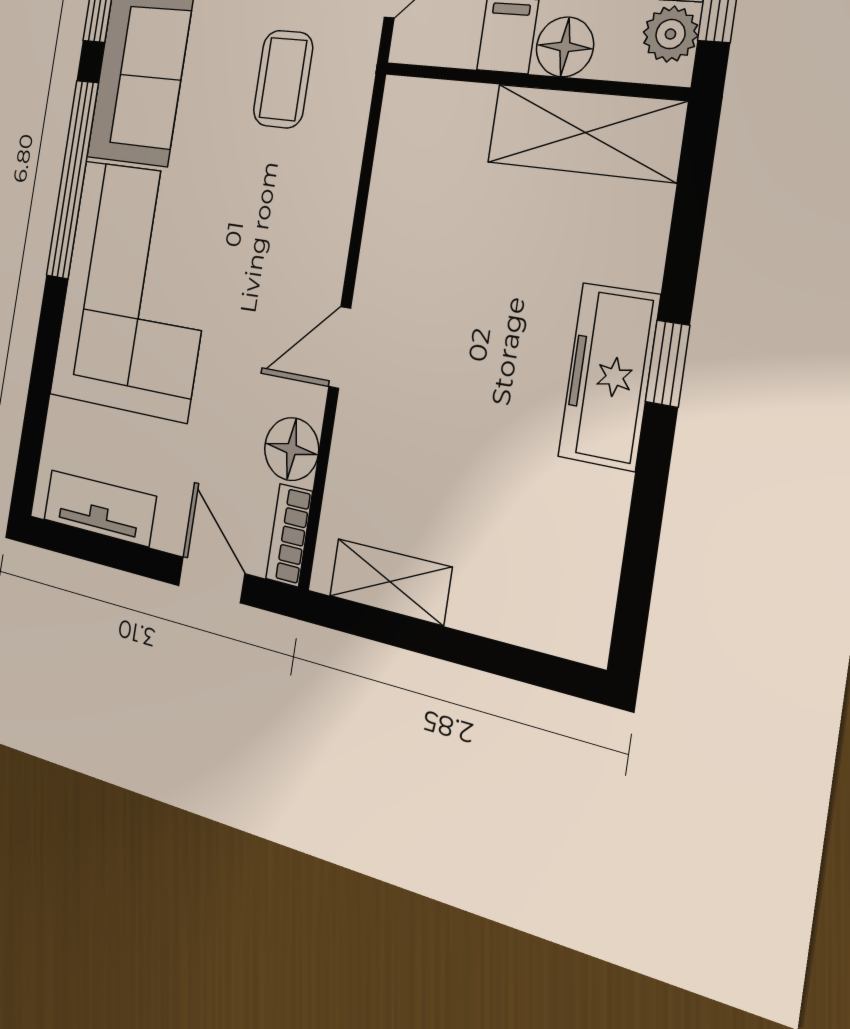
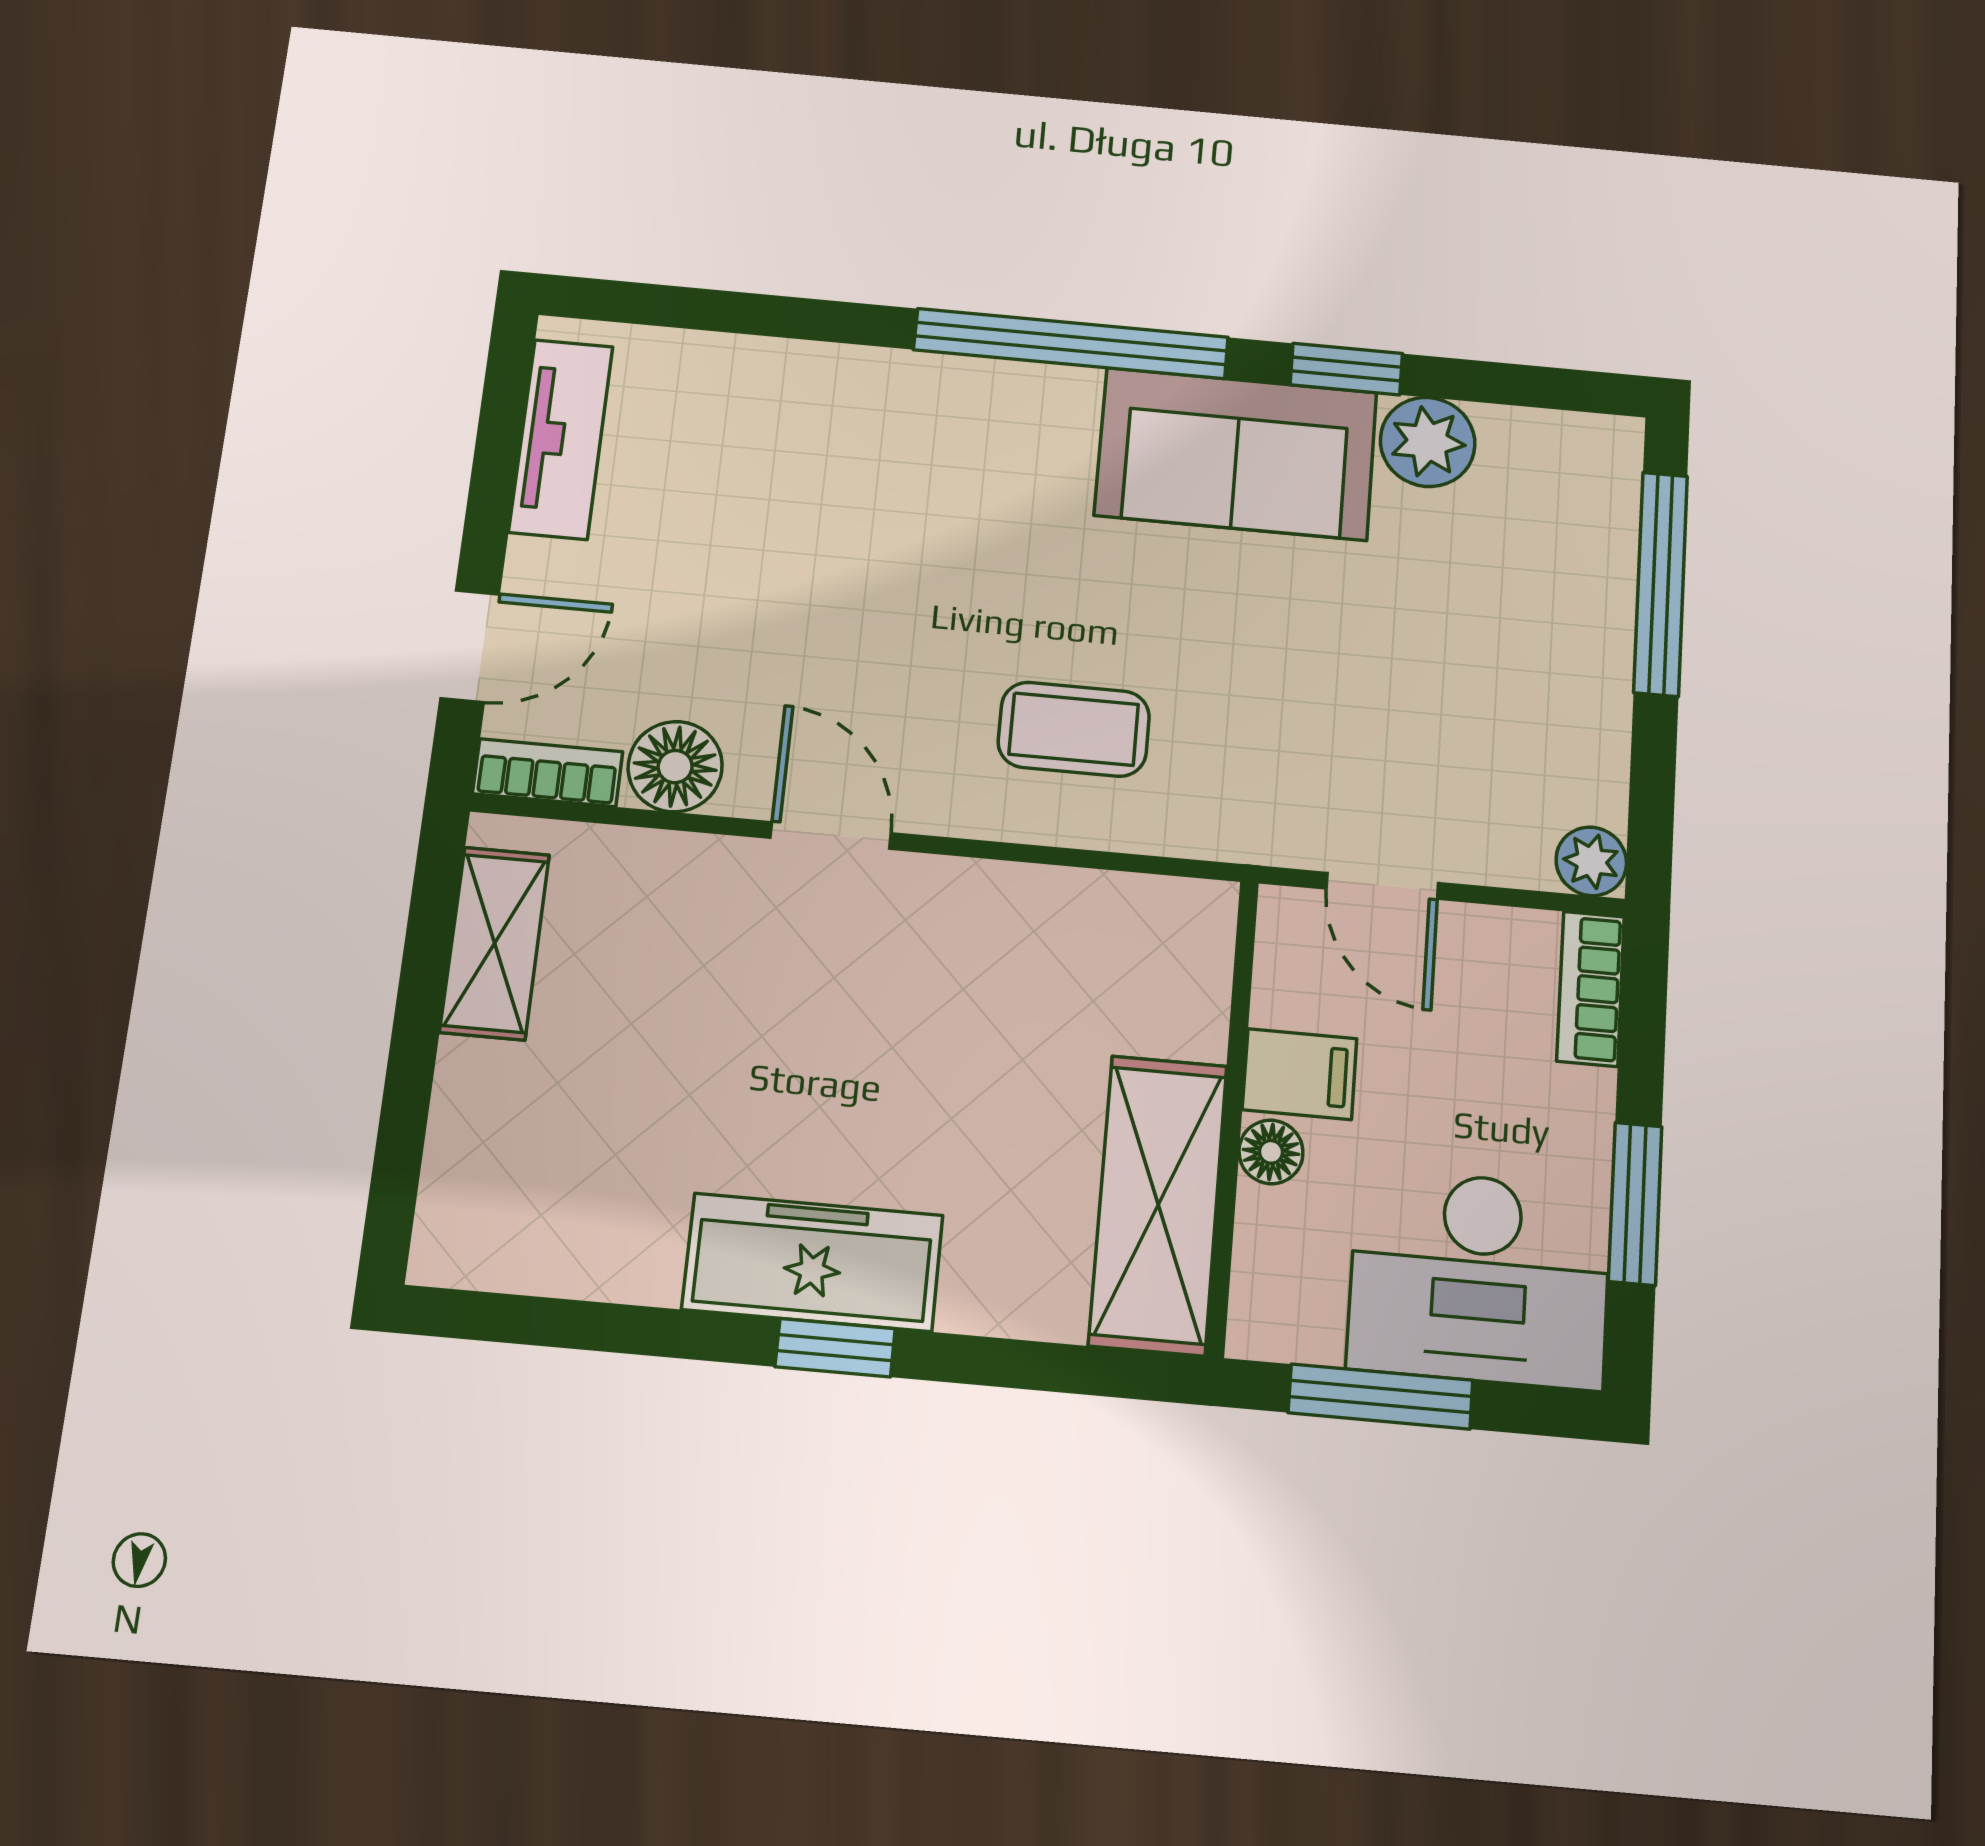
plant: (670, 34) -> (1300, 1324), removed
floor lamp: (565, 47) -> (1271, 1152), width x0.73, depth x0.73
coffee table: (283, 79) -> (1074, 729), moved
corner sofa: (135, 289) -> (903, 474), removed

